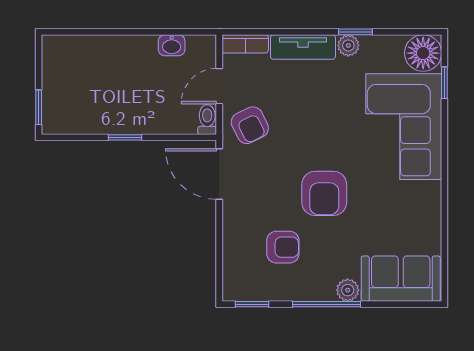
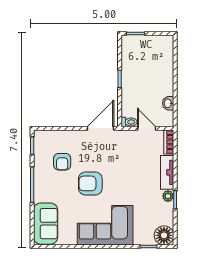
armchair: (250, 125) -> (126, 144), removed
corner sofa: (404, 127) -> (105, 225), moved
plant: (348, 290) -> (40, 196), removed

